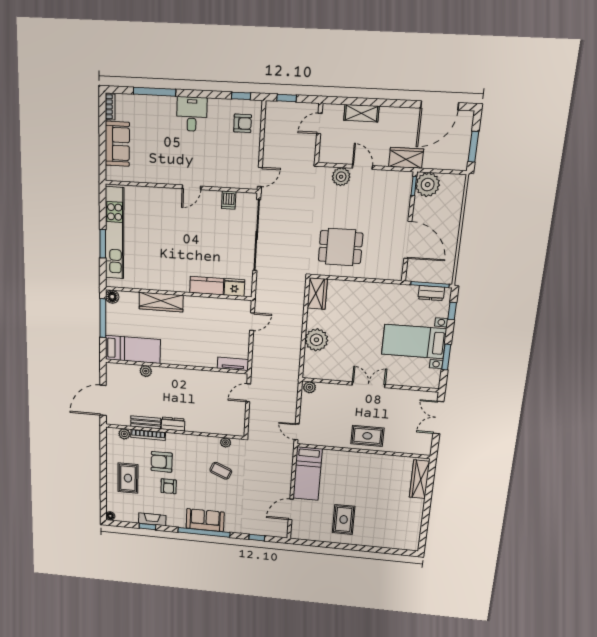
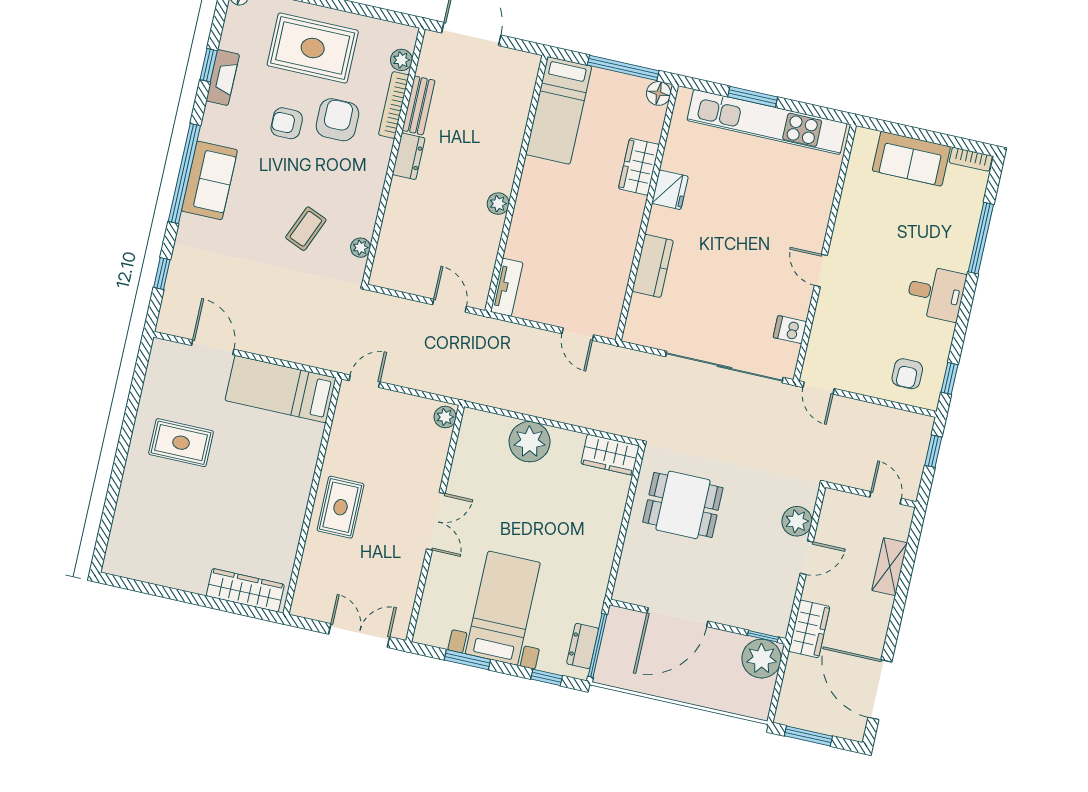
dining table: (341, 247) -> (683, 505), turned 90
fridge: (234, 287) -> (670, 190), moved
wardrobe: (161, 302) -> (639, 167), width x0.67
plant: (146, 371) -> (498, 204), moved
rug: (128, 478) -> (313, 48), width x1.36, depth x1.43

